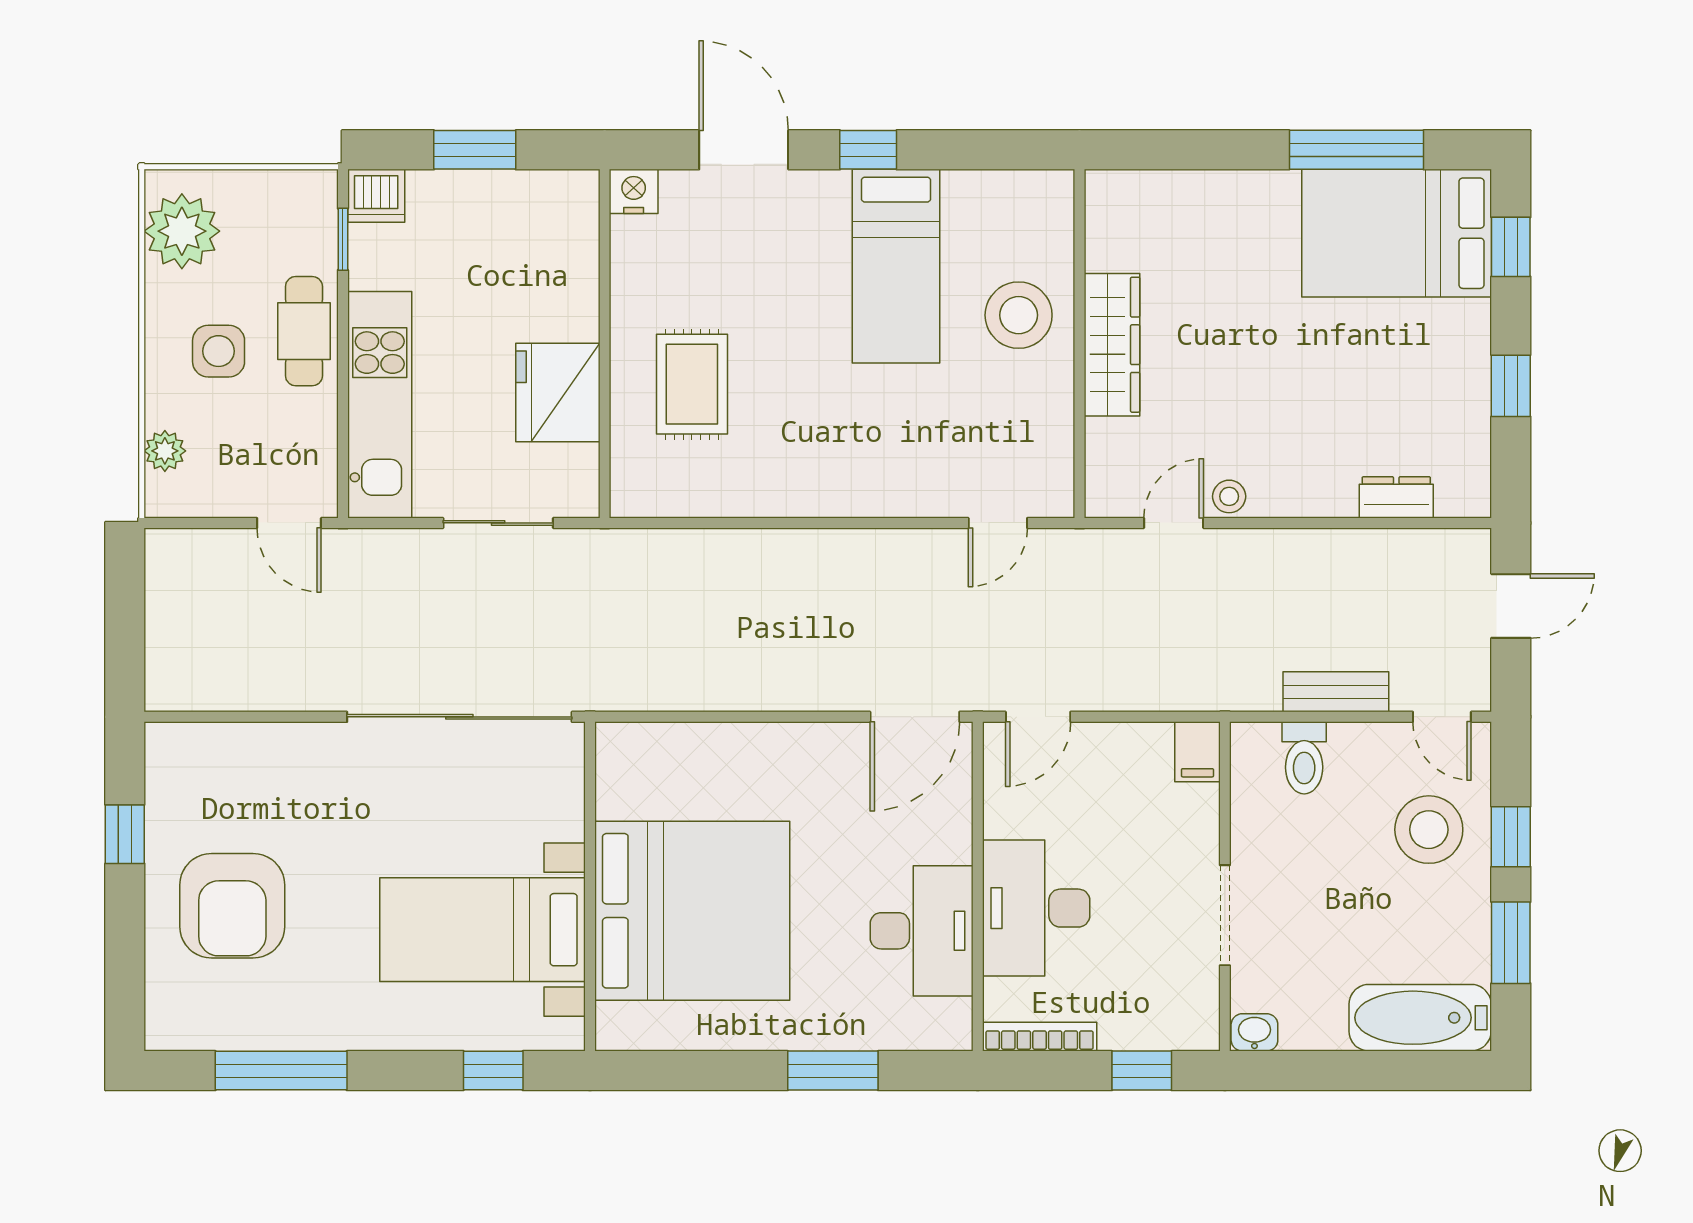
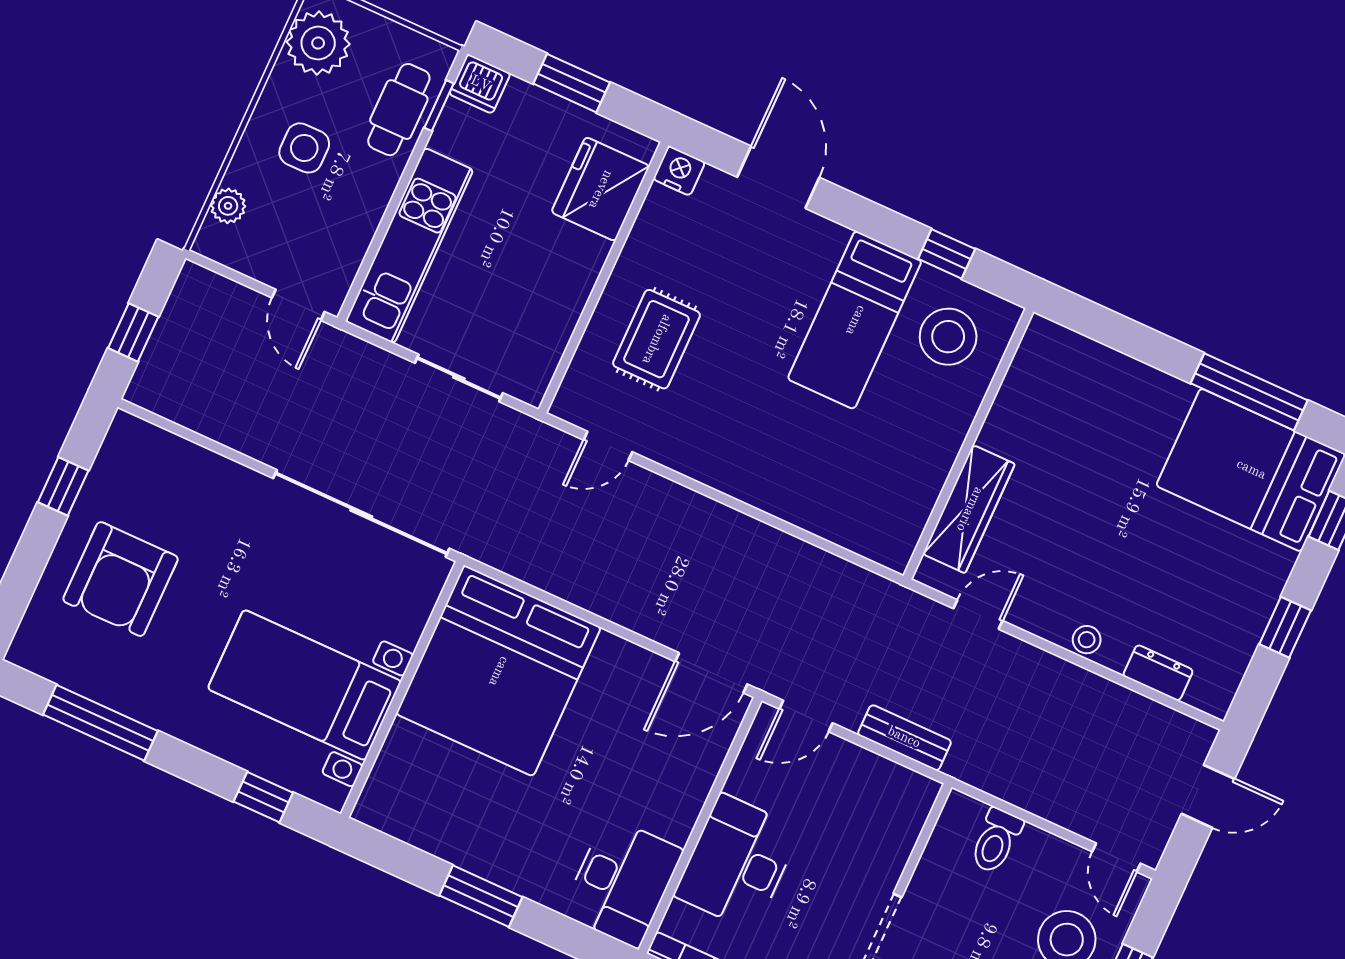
window: (868, 150) -> (947, 254), moved
stool: (1019, 315) -> (948, 337), moved
cafe table: (304, 331) -> (399, 110), moved
wardrobe: (1112, 345) -> (969, 509), moved
fridge: (558, 392) -> (600, 189), moved
stool: (1229, 496) -> (1087, 640), moved
door: (998, 523) -> (608, 446), moved
window: (125, 634) -> (133, 332), added
bench: (1336, 692) -> (904, 738), moved
filing cabinet: (1197, 752) -> (916, 799), removed
bed: (692, 911) -> (498, 671), moved, turned 90
desk: (922, 931) -> (622, 882), moved
window: (833, 1071) -> (481, 896), moved

